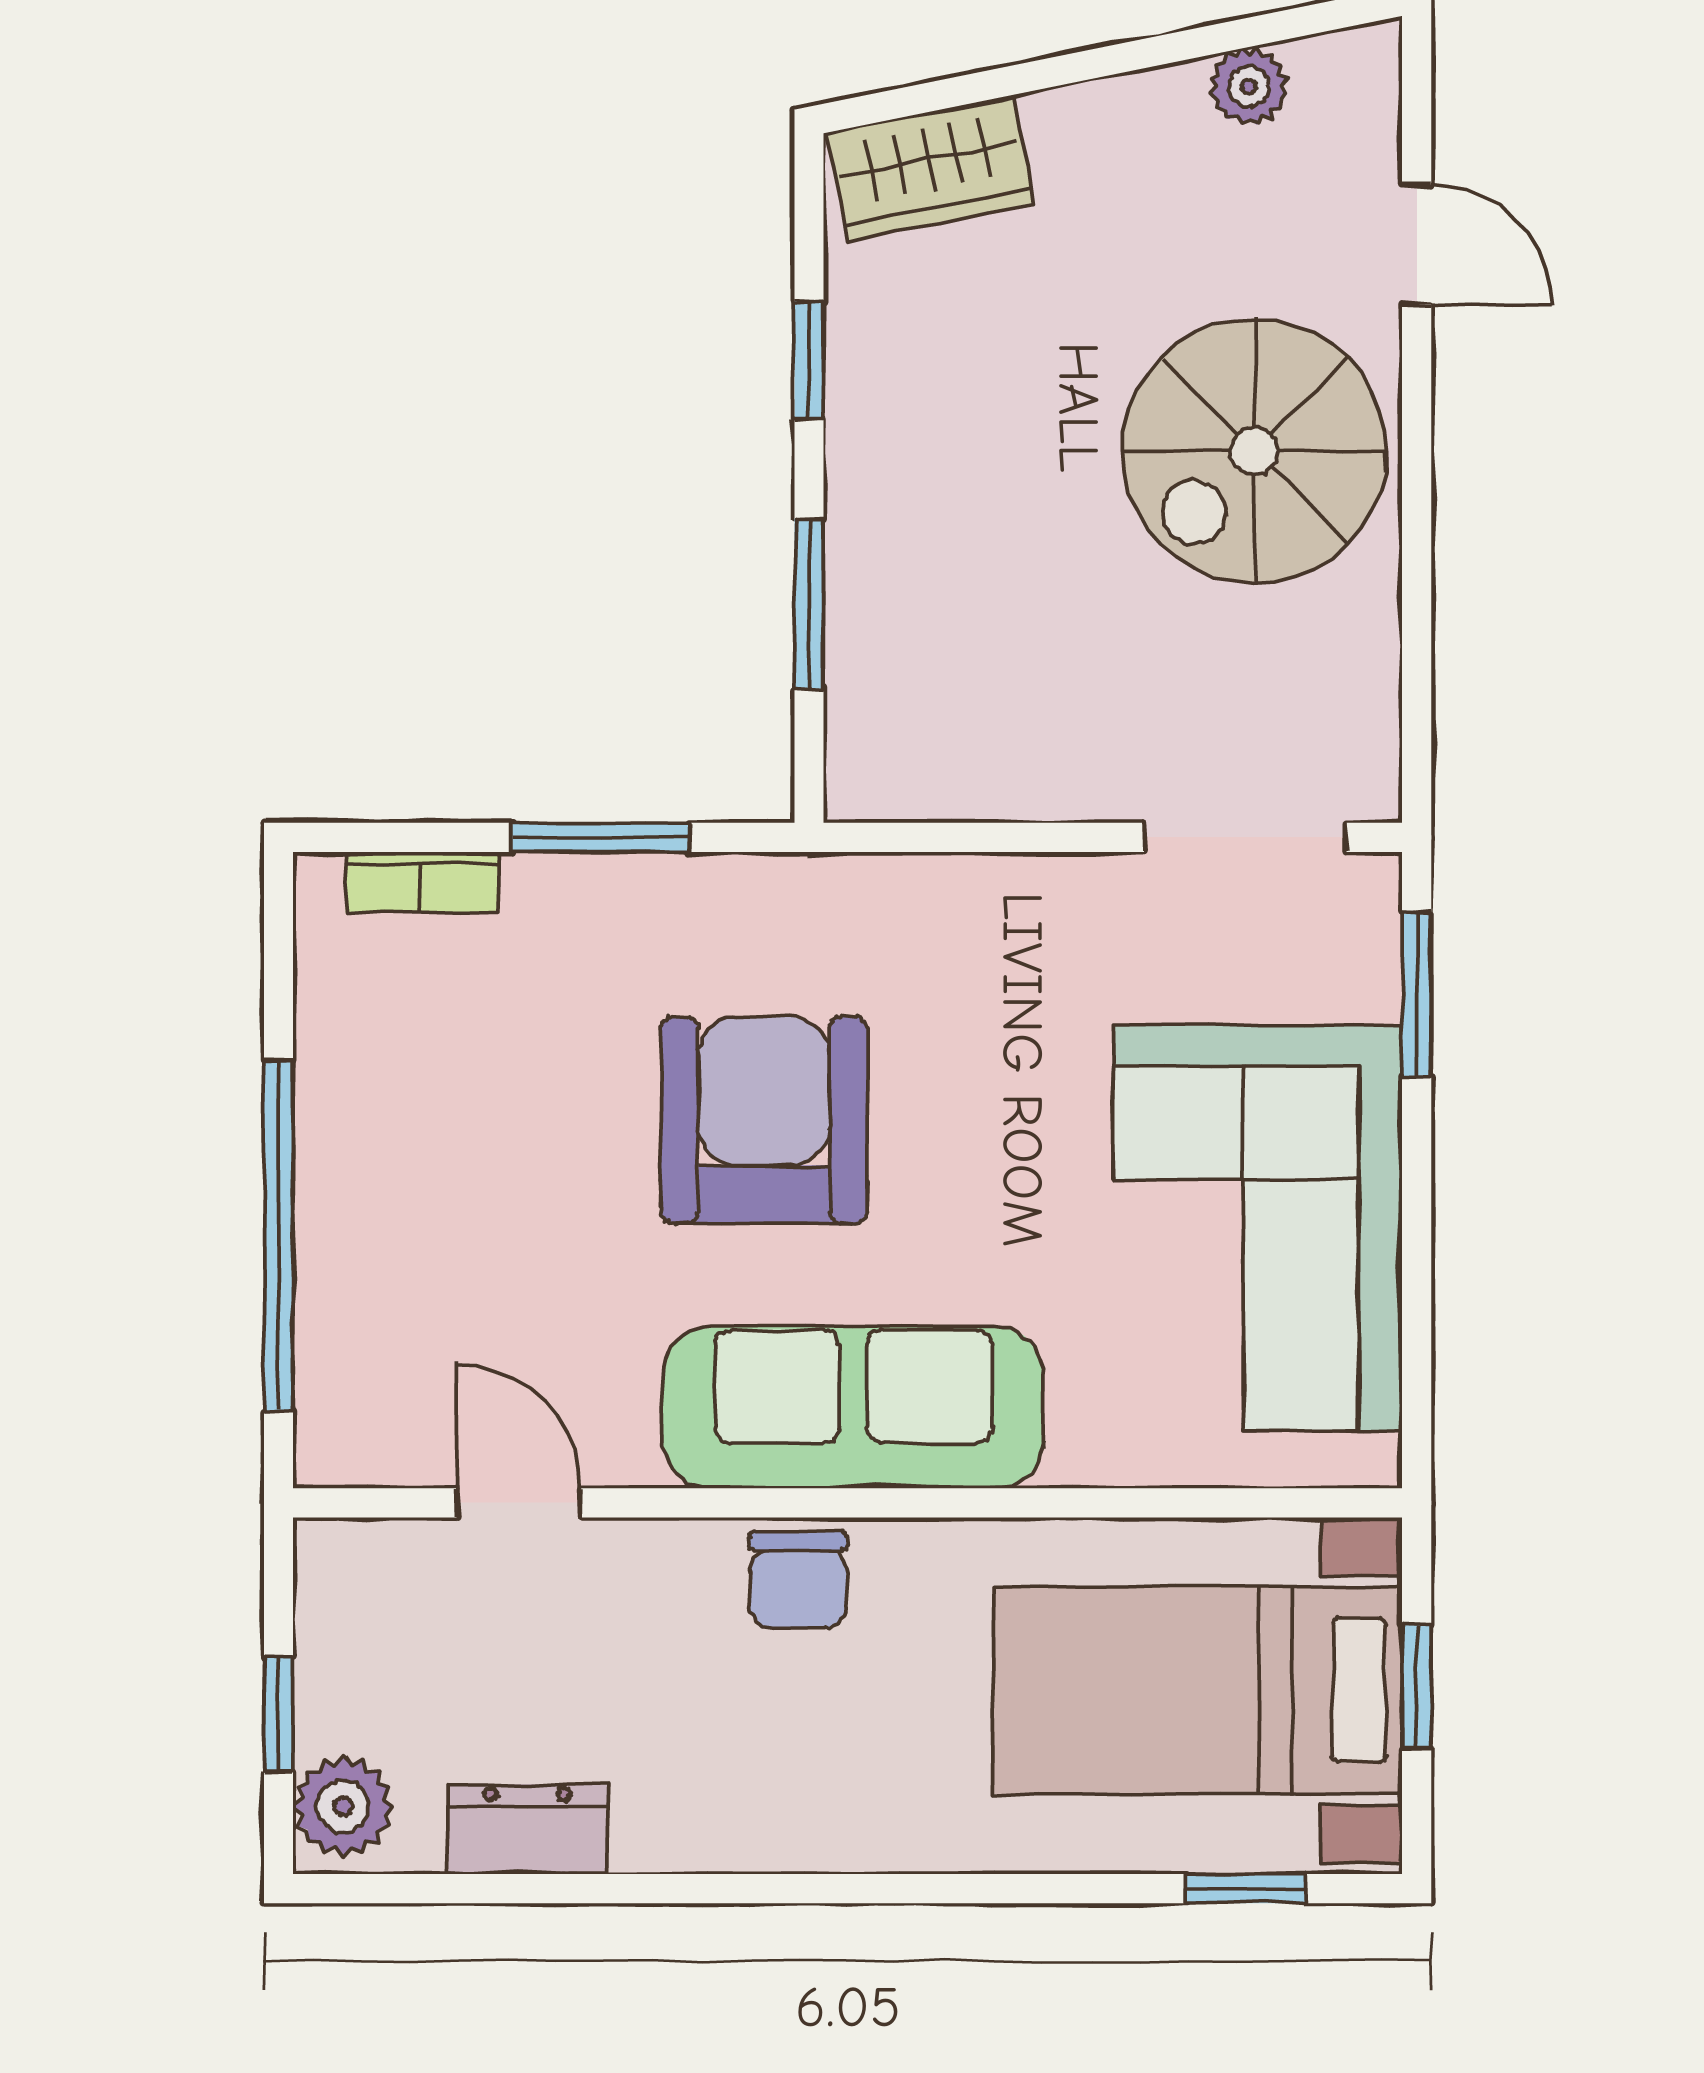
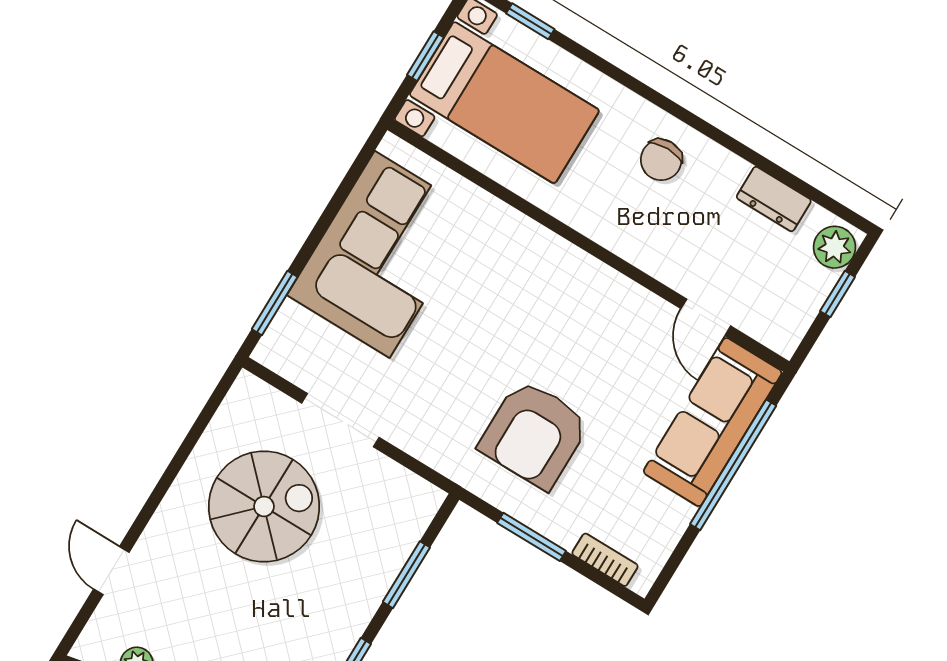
spiral stairs: (1255, 451) -> (264, 506), moved
doorway: (1245, 837) -> (340, 420), moved
armchair: (764, 1120) -> (534, 434), moved
sofa: (853, 1407) -> (713, 422), moved, turned 90
chair: (798, 1580) -> (661, 160), moved, turned 180

